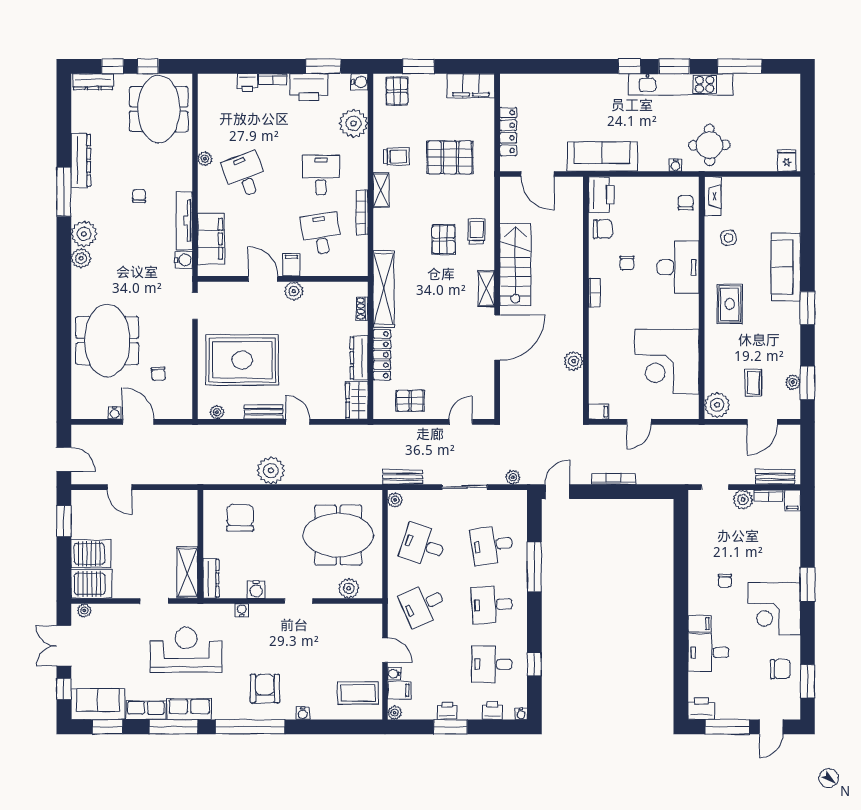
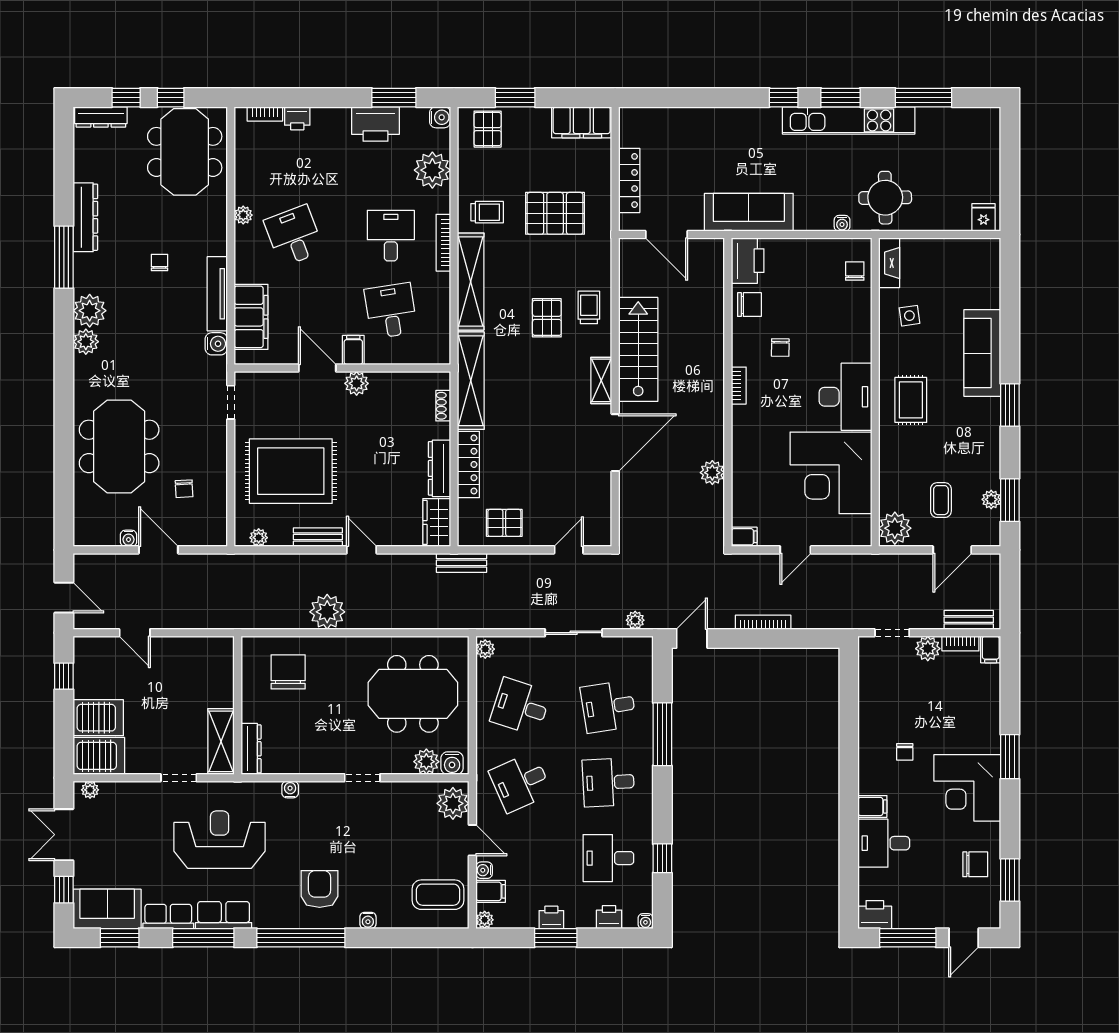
bookcase: (273, 79) -> (265, 114), moved
shelving: (381, 190) -> (471, 282), width x2.20, depth x1.33
bookcase: (362, 212) -> (443, 243), moved
desk: (678, 267) -> (845, 397), moved
bench: (403, 477) -> (461, 563), moved
window: (64, 521) -> (64, 676), width x0.67
water cooler: (256, 590) -> (452, 763), moved
plant: (370, 621) -> (453, 803), added

